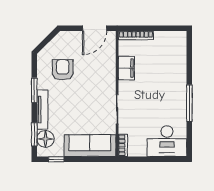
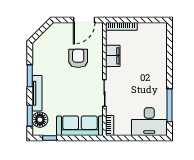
armchair: (63, 70) -> (78, 58), moved
window: (189, 103) -> (169, 105), moved

